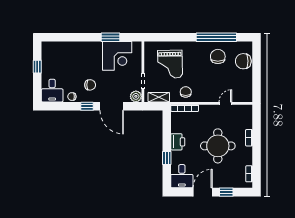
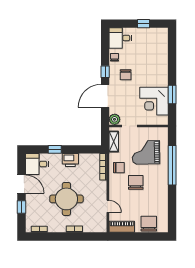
window: (216, 37) -> (172, 165), moved
chair: (218, 56) -> (136, 182), moved, turned -90
piano: (247, 89) -> (122, 227), added

